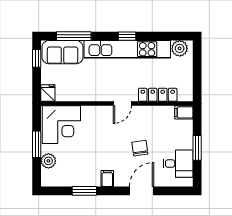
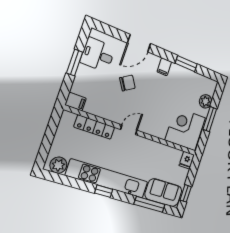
chair: (140, 148) -> (127, 83), turned -114

